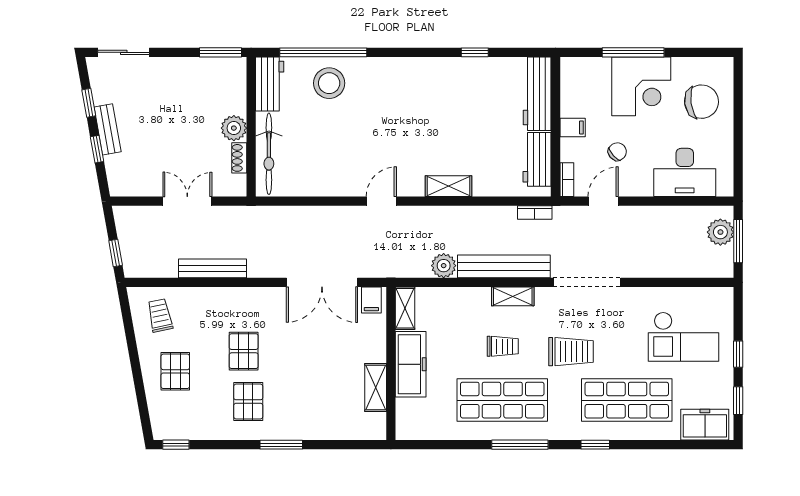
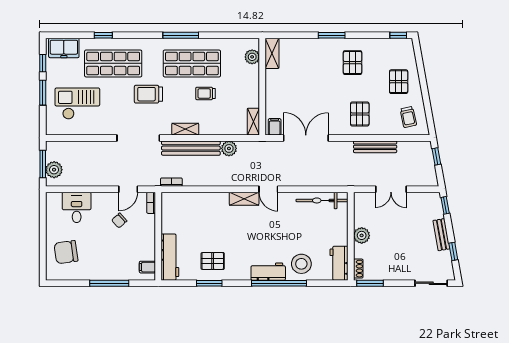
window: (323, 52) -> (279, 283), moved
window: (475, 52) -> (209, 283), width x1.50
corner desk: (641, 86) -> (104, 262), removed
pallet: (469, 88) -> (213, 261), added
filing cabinet: (573, 127) -> (147, 267), moved
window: (97, 149) -> (445, 205), moved
bicycle: (269, 154) -> (322, 200), moved, turned -90
shoe rack: (239, 158) -> (358, 269), moved
workbench: (537, 159) -> (268, 272), moved, turned -90
desk: (685, 172) -> (77, 207), width x0.73
shelving: (449, 186) -> (244, 199), moved
door: (381, 201) -> (268, 189), hinge flipped
trolley: (503, 346) -> (205, 93), moved
pallet: (244, 351) -> (360, 114), moved
window: (738, 354) -> (43, 93), width x1.50
freezer: (411, 364) -> (250, 86), removed
shelving: (376, 388) -> (272, 53), moved
plant: (407, 411) -> (252, 57), added
window: (595, 445) -> (103, 35), moved

